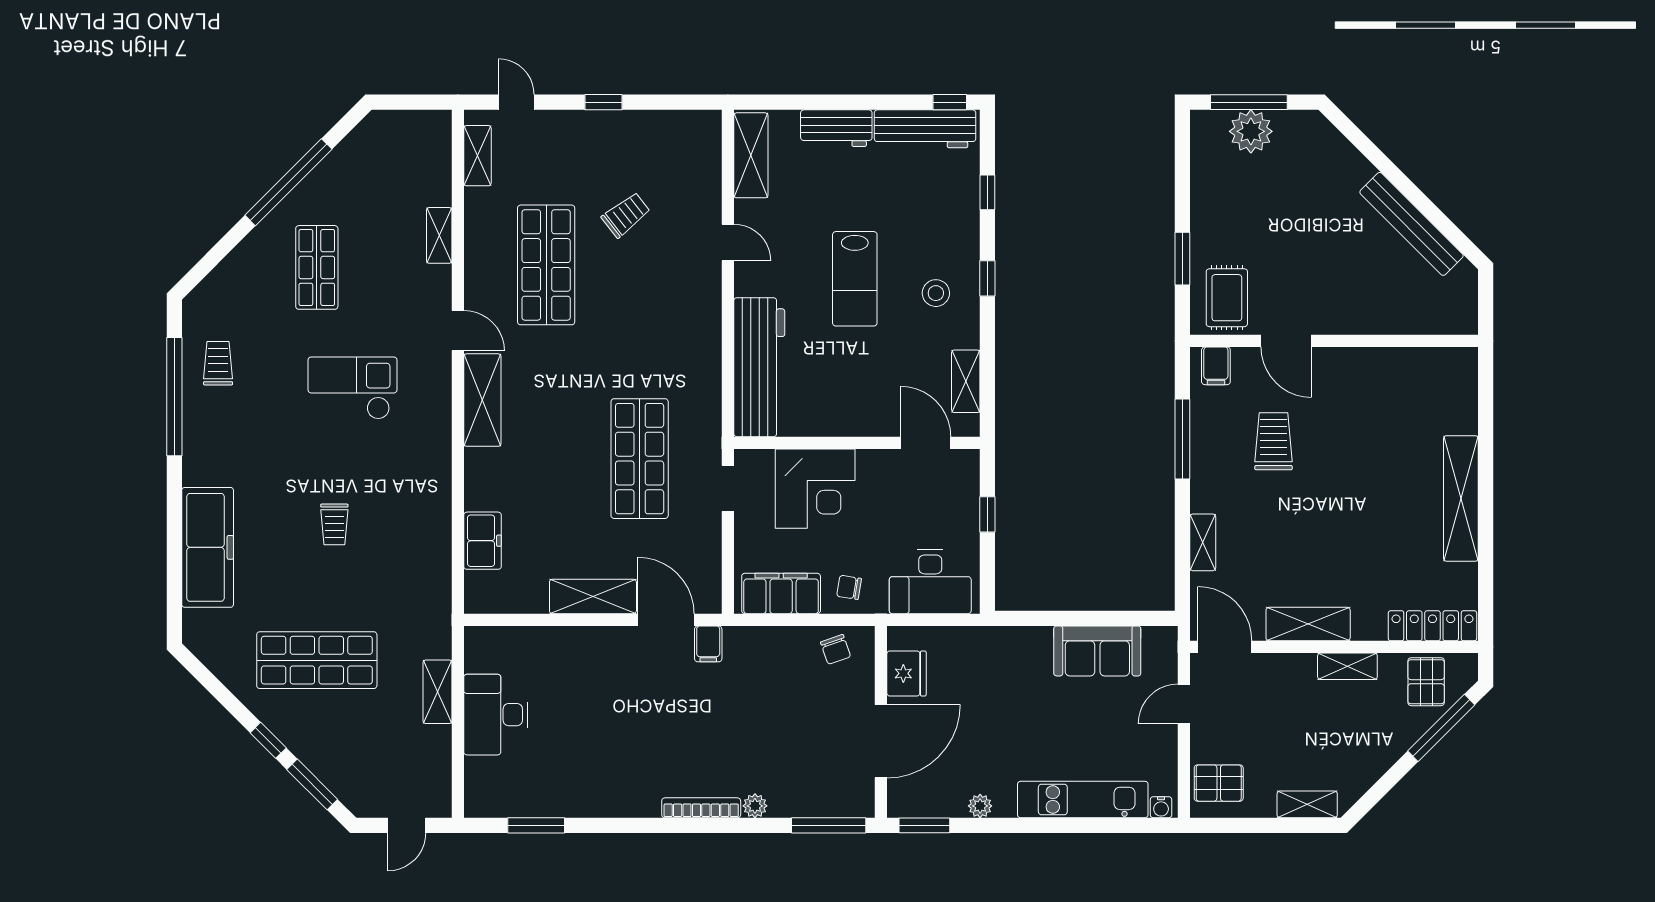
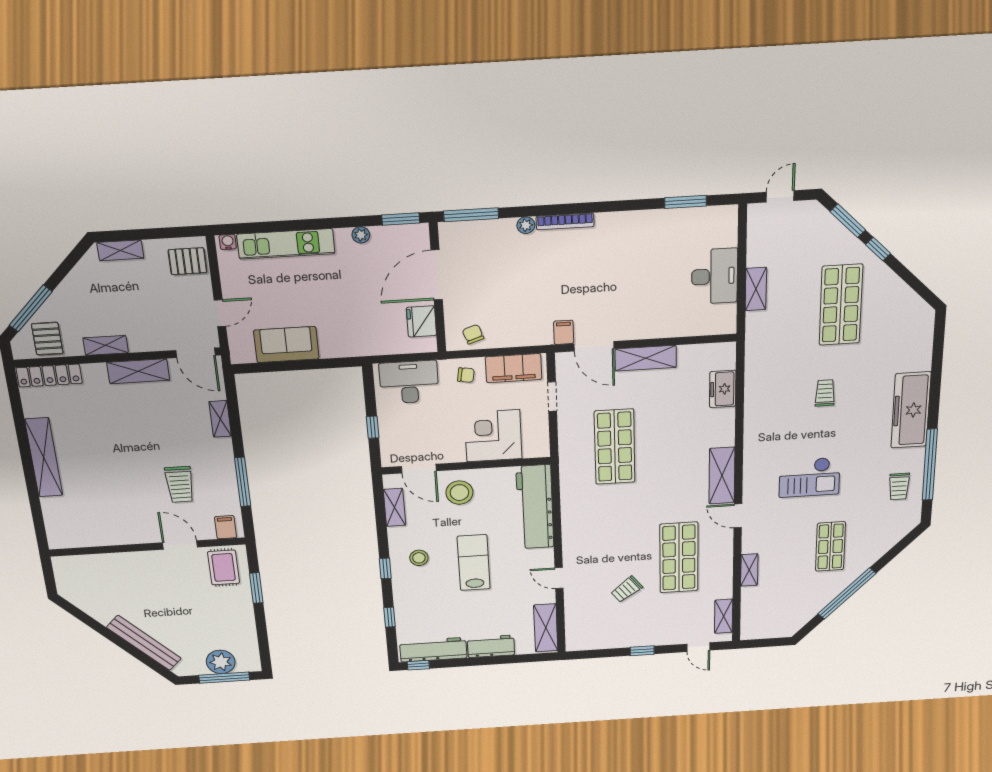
bench: (1411, 224) -> (144, 643), moved
stool: (869, 399) -> (459, 493), added
doorway: (728, 488) -> (552, 397), moved
freezer: (208, 547) -> (911, 410), moved
shop shelf: (317, 660) -> (841, 305), turned 90

